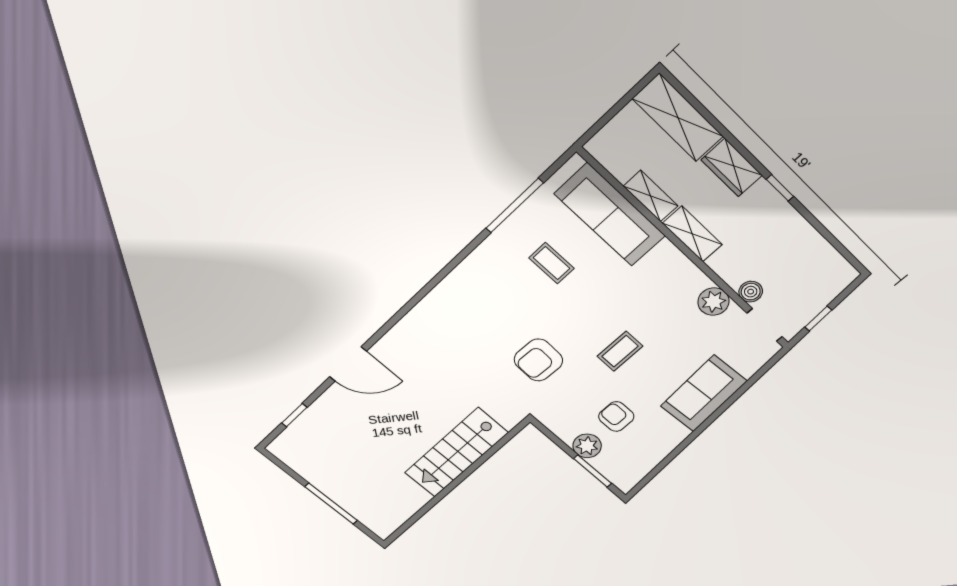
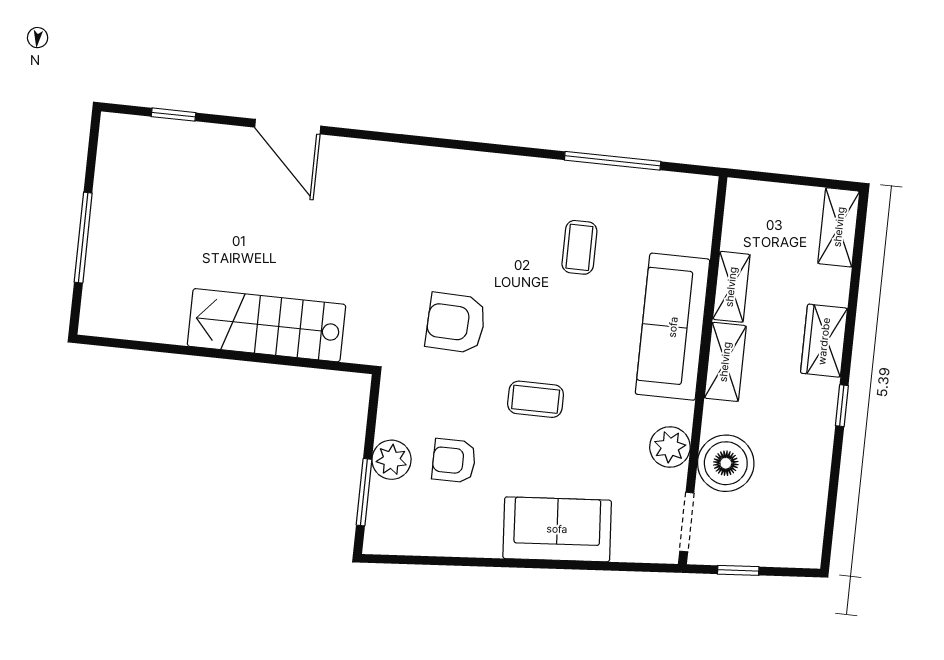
shelving: (678, 118) -> (839, 227), width x0.67, depth x0.75
sofa: (610, 215) -> (673, 327), moved
boiler: (751, 292) -> (726, 463), width x1.86, depth x1.86
armchair: (616, 417) -> (454, 461), turned -90

